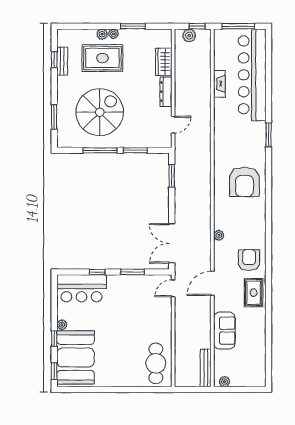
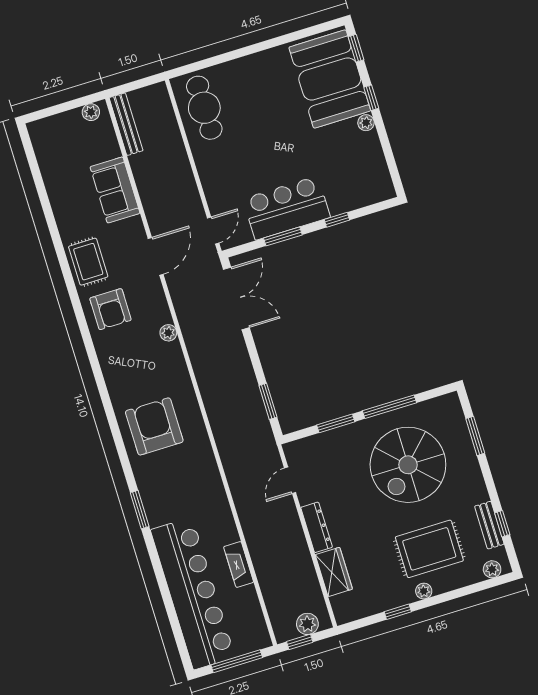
window: (133, 26) -> (398, 612), width x0.67
plant: (102, 34) -> (492, 569), moved
bar counter: (81, 288) -> (287, 208), moved

